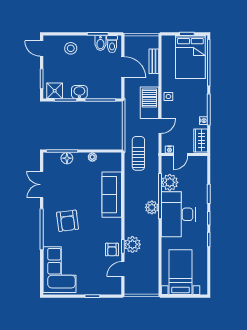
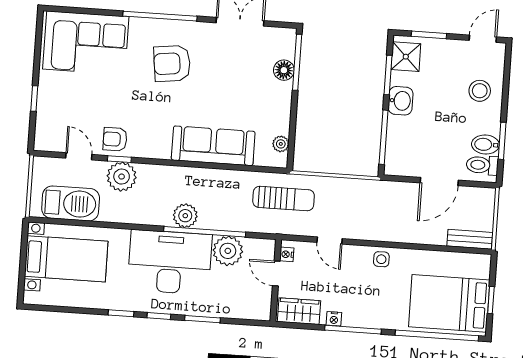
bench: (154, 61) -> (470, 239), moved
barbecue: (149, 103) -> (71, 203), moved
plant: (92, 157) -> (281, 144), moved

